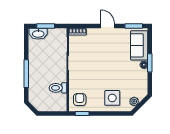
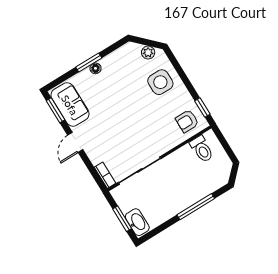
sofa: (139, 45) -> (70, 105), moved, turned -90
toilet: (58, 88) -> (202, 149), moved

